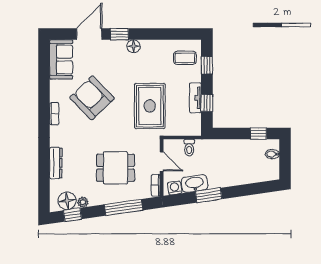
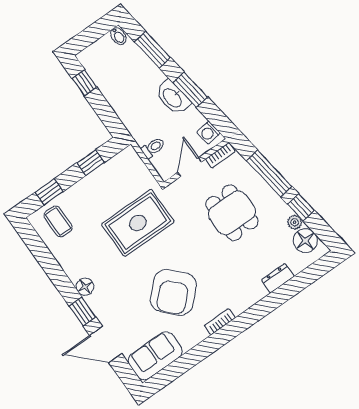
tv unit: (195, 98) -> (94, 179), removed
bidet: (272, 154) -> (118, 36), moved
dresser: (56, 163) -> (278, 278), width x0.70
washbasin: (195, 184) -> (173, 98), moved
window: (249, 189) -> (152, 50), added
window: (73, 215) -> (301, 207), moved

